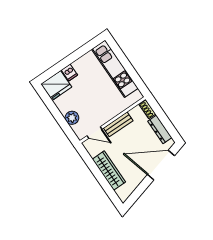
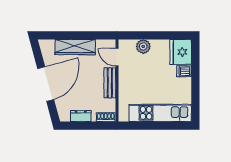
dresser: (160, 129) -> (81, 116), width x0.70
door: (94, 133) -> (117, 57), hinge flipped
door: (161, 165) -> (46, 84), moved

